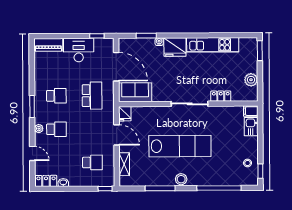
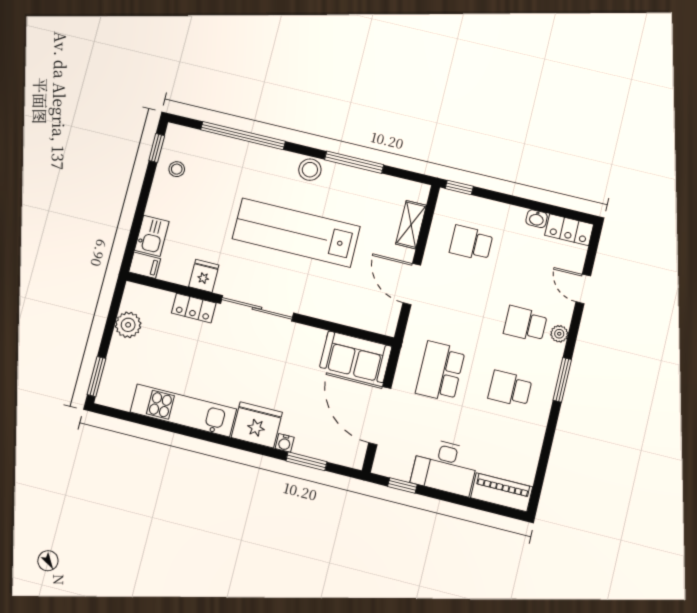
fridge: (125, 114) -> (204, 276), moved

